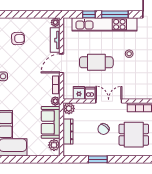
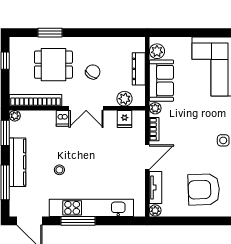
window: (89, 14) -> (112, 221), removed
armchair: (18, 39) -> (204, 190), width x1.88, depth x1.88
cafe table: (96, 62) -> (102, 159), removed
dishwasher: (90, 93) -> (62, 118), moved
plant: (69, 108) -> (125, 99), moved
window: (98, 159) -> (50, 33), moved

